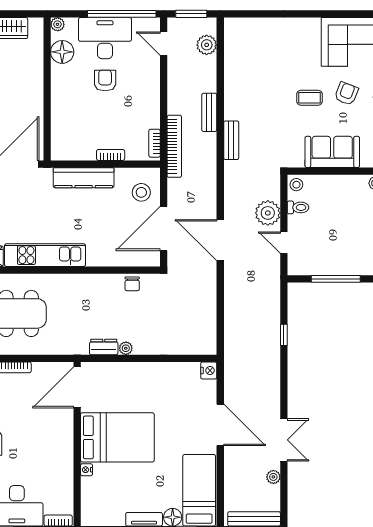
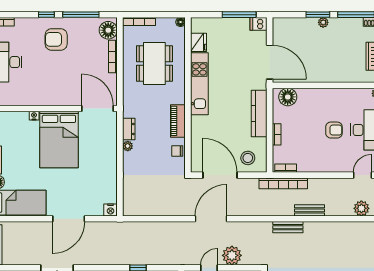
floor lamp: (62, 52) -> (288, 97), moved
piano: (93, 283) -> (178, 121), added
plant: (273, 477) -> (28, 260), removed

